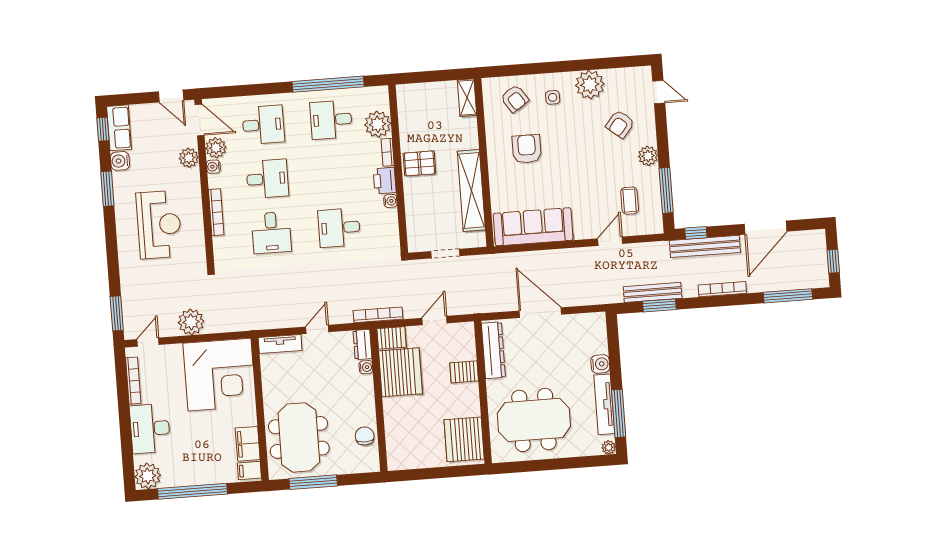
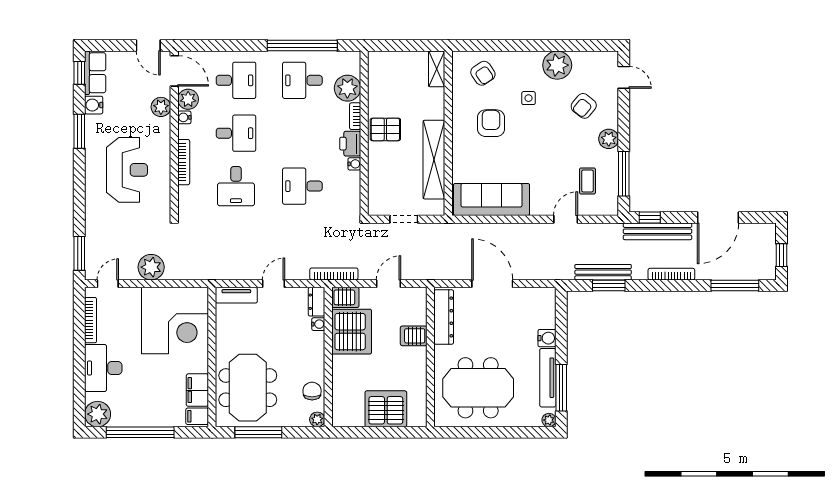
side table: (553, 97) -> (529, 98), moved
server rack: (464, 439) -> (386, 409), moved, turned 90
plant: (372, 465) -> (317, 419), added

